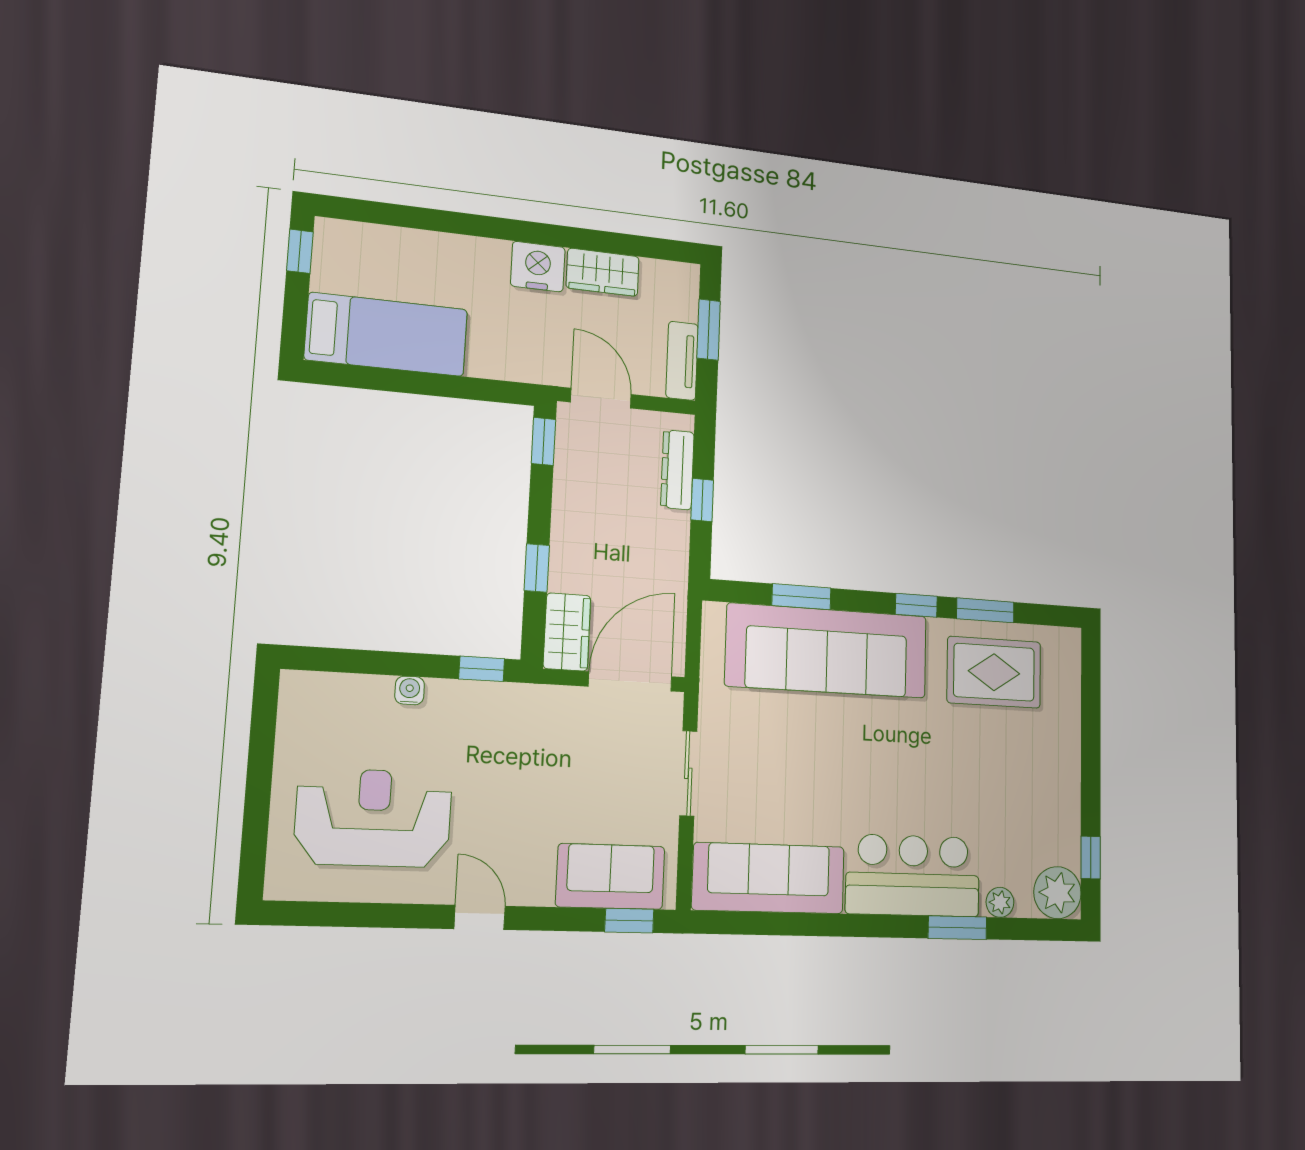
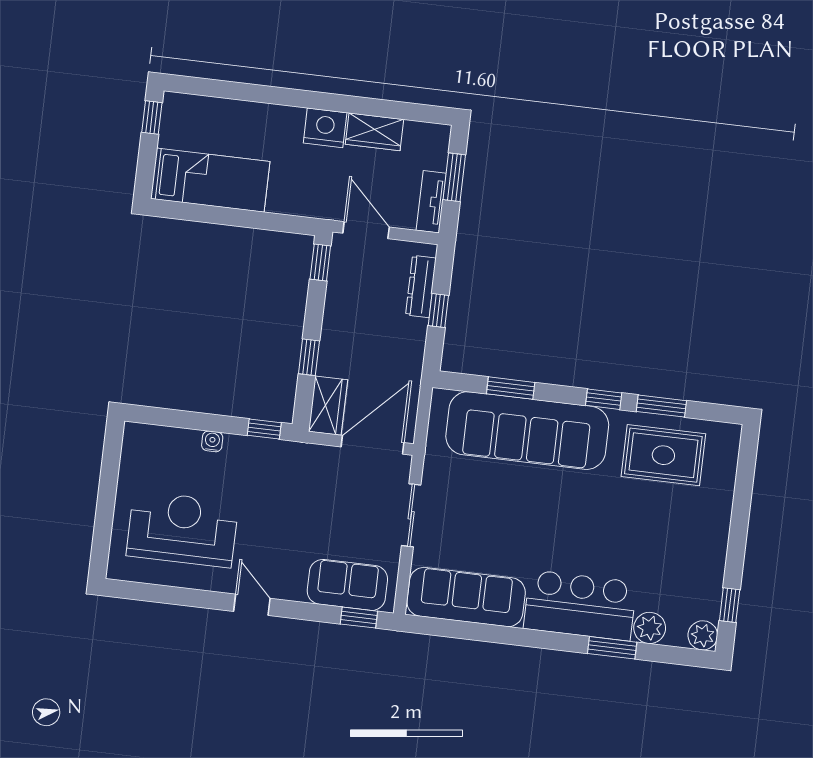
plant: (1057, 893) -> (703, 635), width x0.73, depth x0.73
plant: (1000, 902) -> (650, 628), width x1.38, depth x1.38

